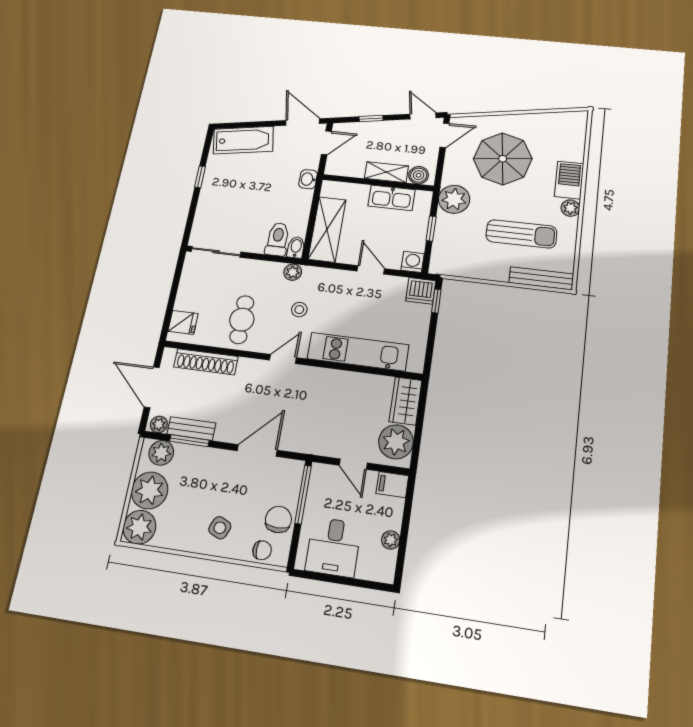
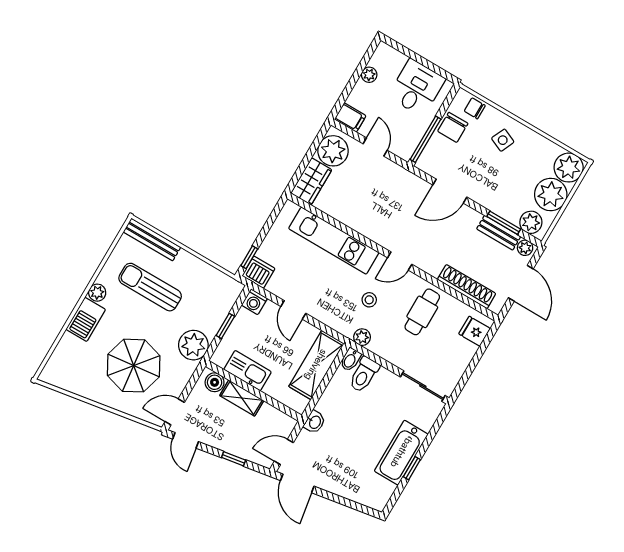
bathtub: (243, 140) -> (401, 453), moved, turned -81

